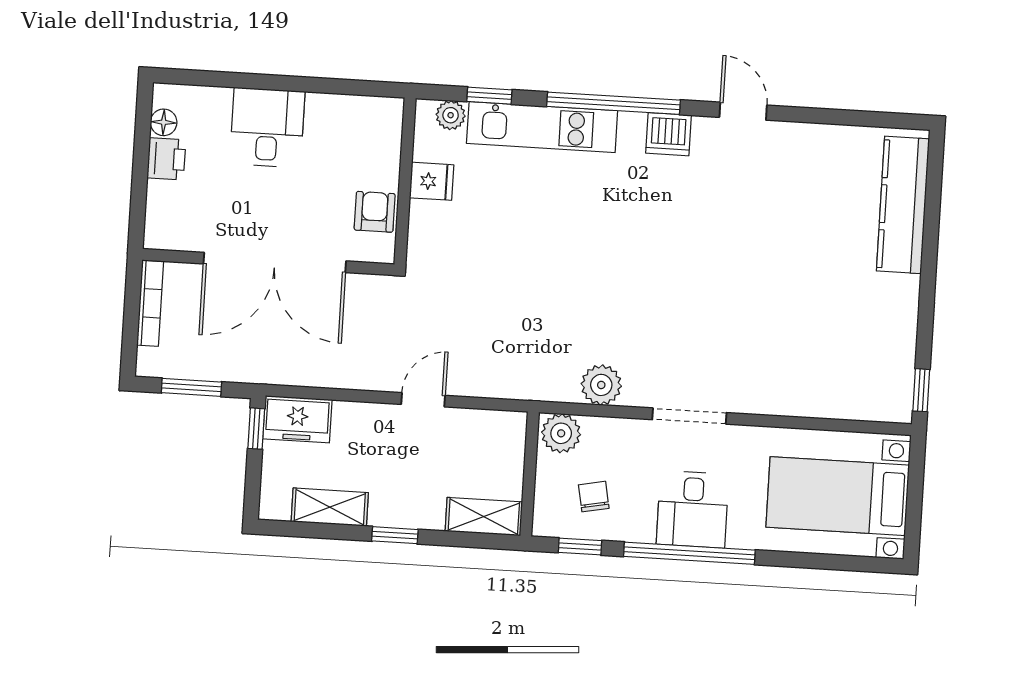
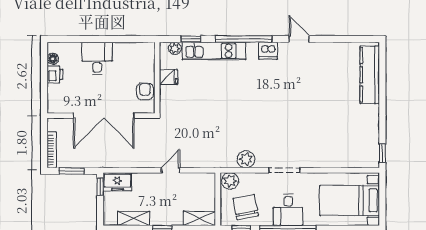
bookcase: (150, 303) -> (52, 150), moved
chair: (594, 497) -> (246, 207), width x1.87, depth x1.87

